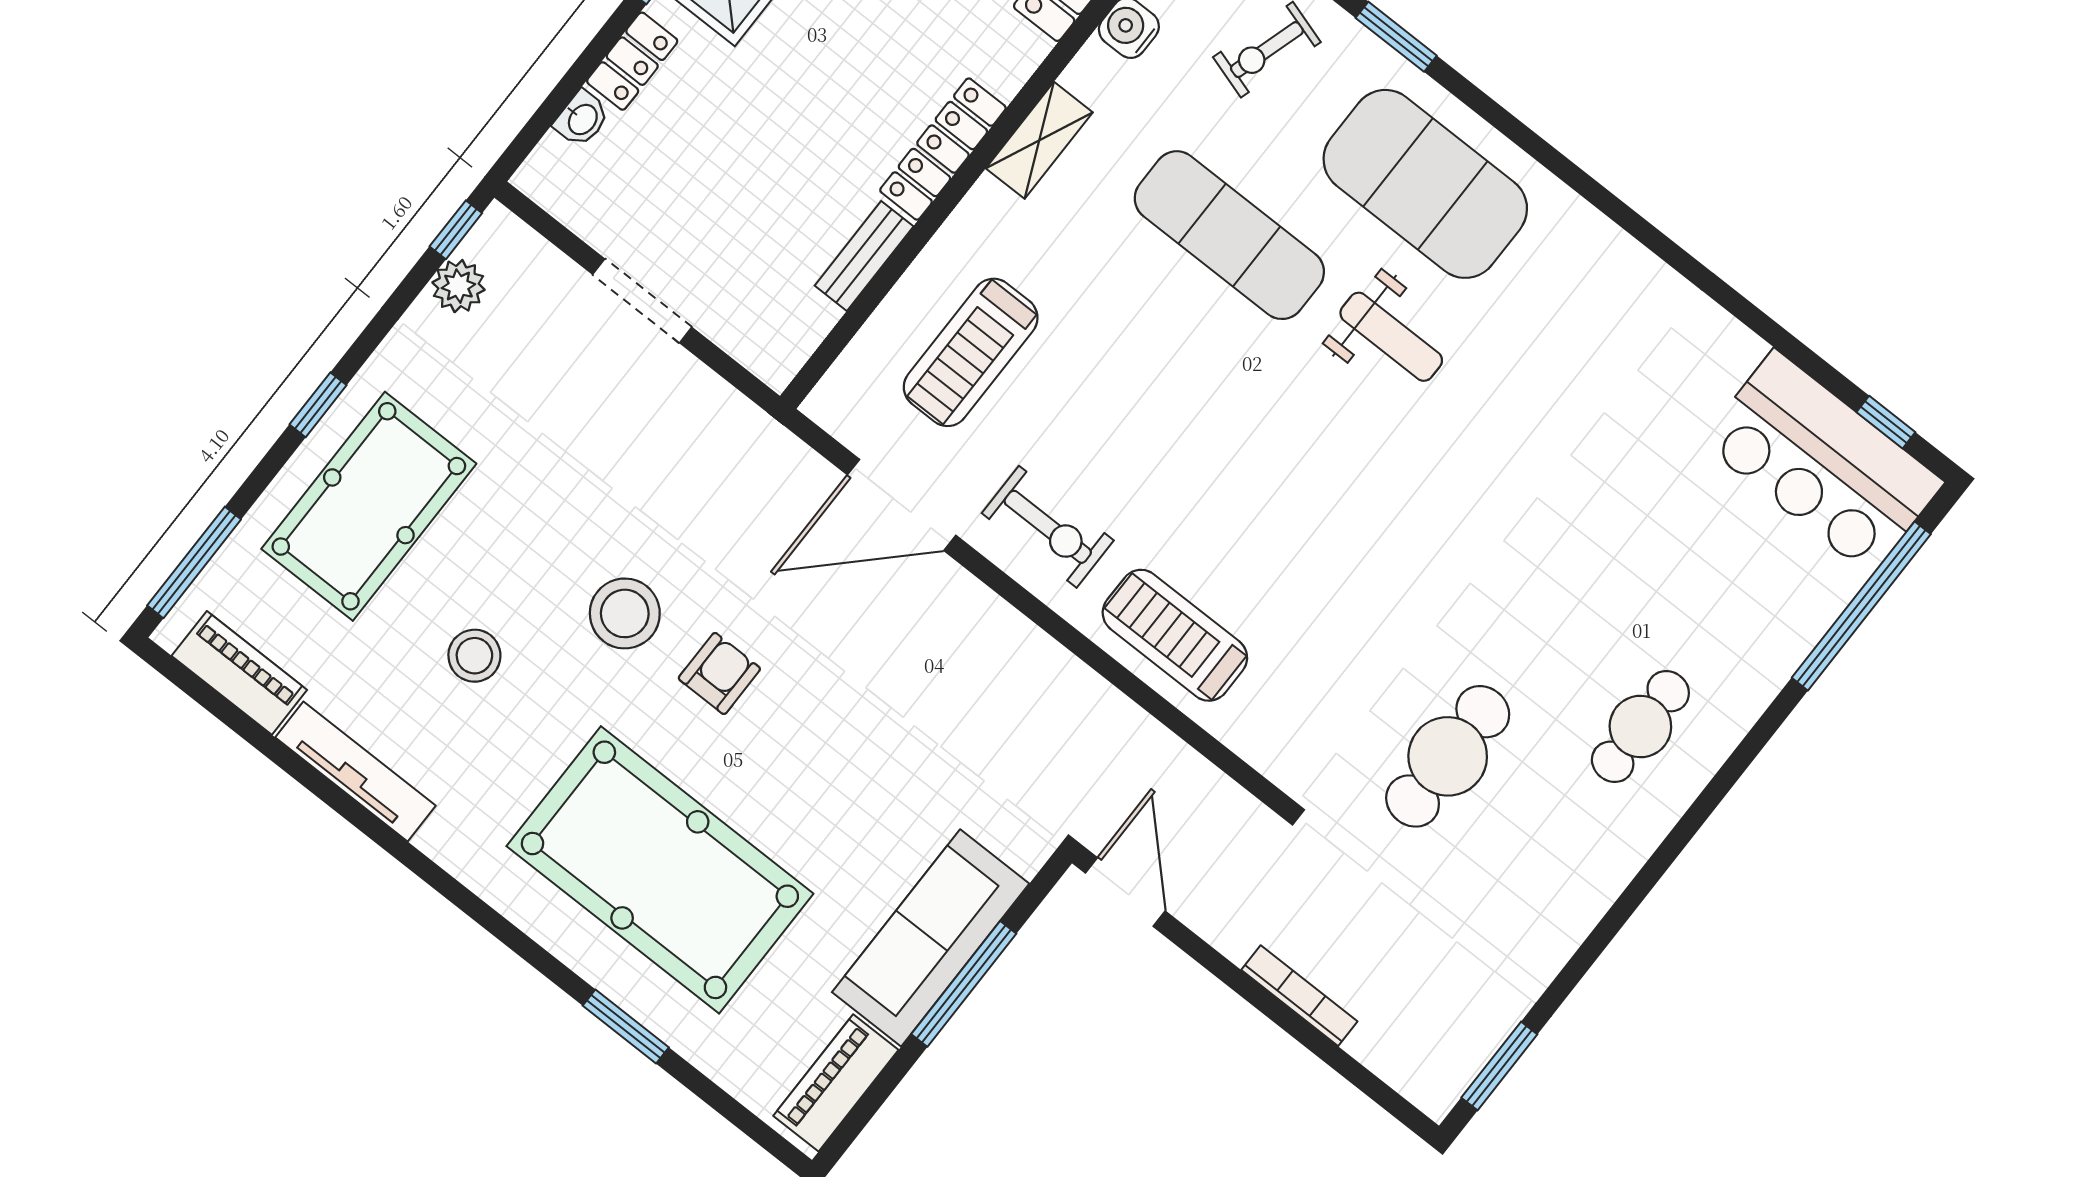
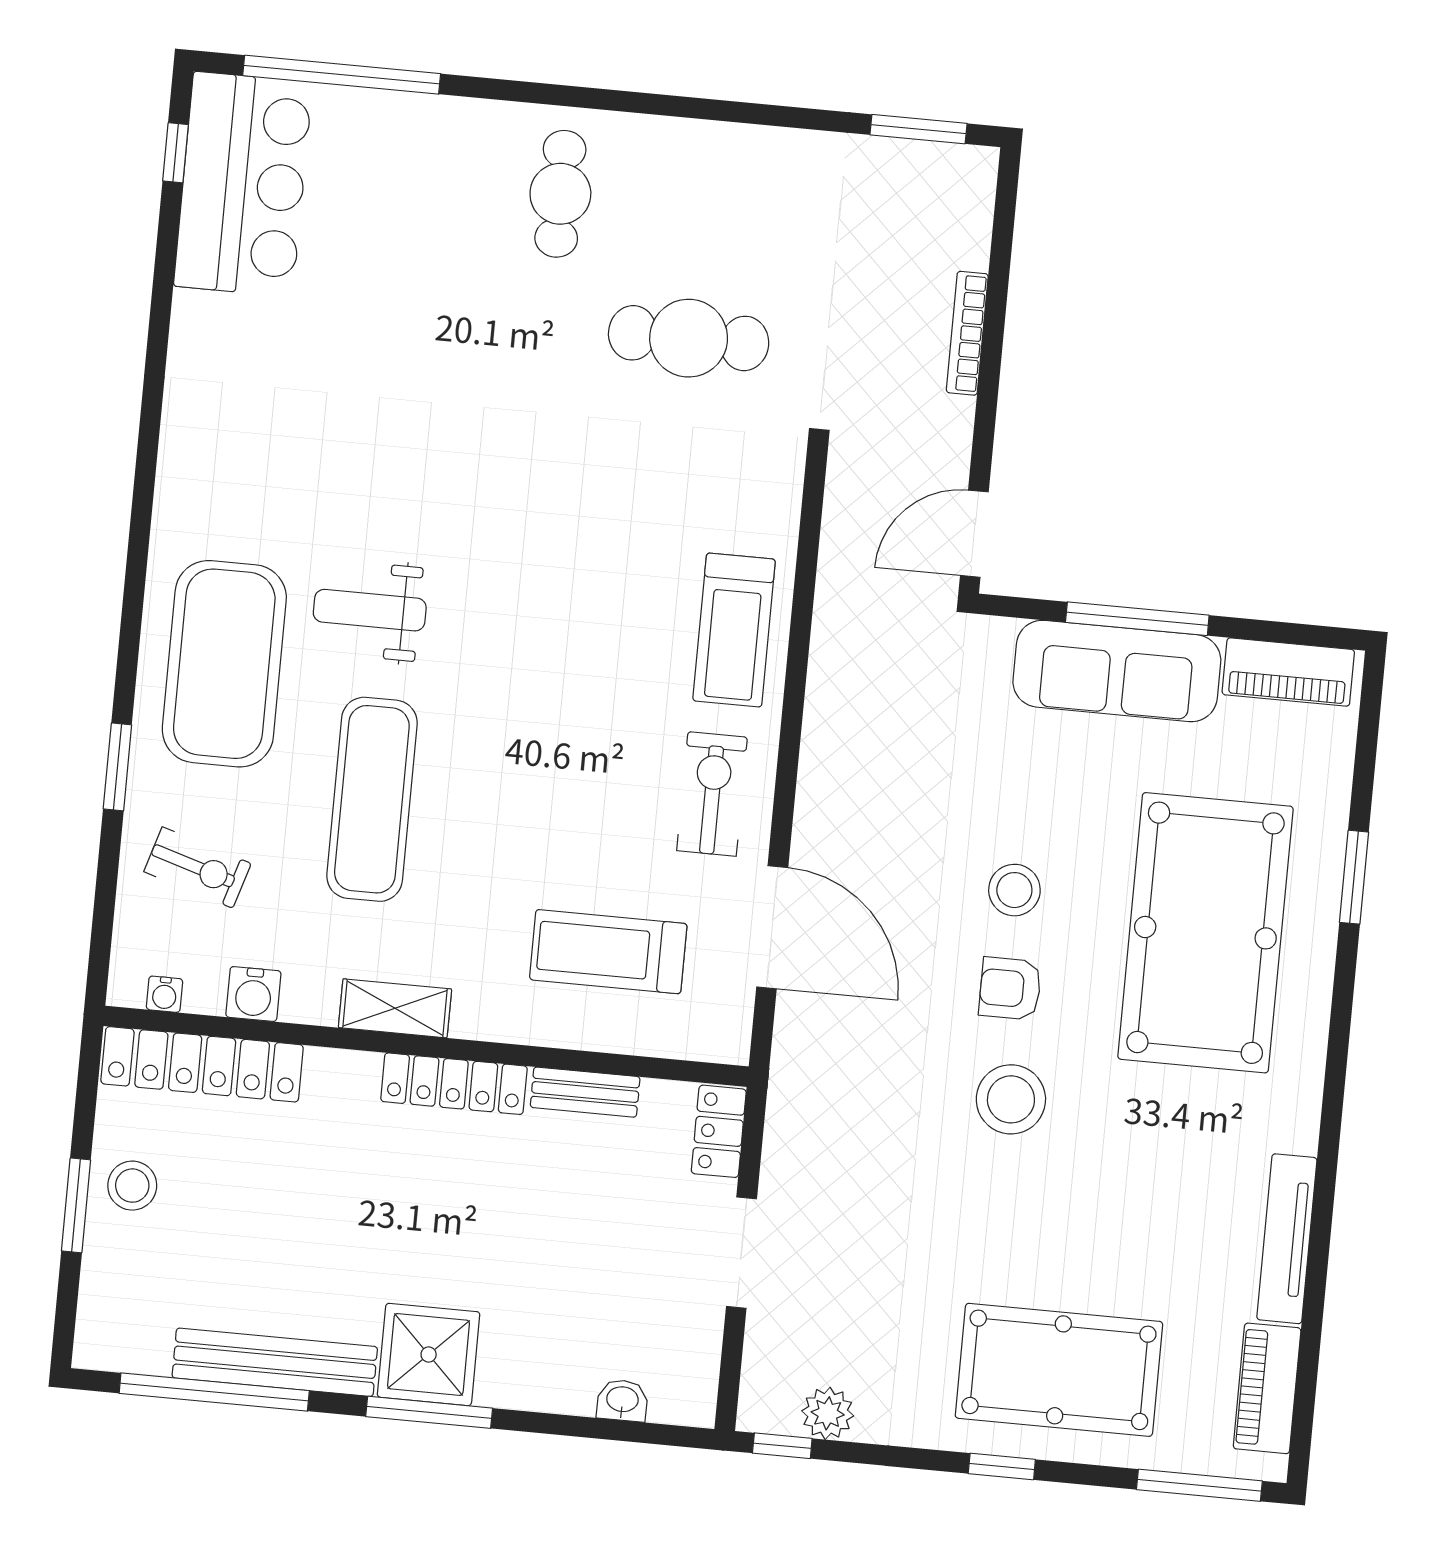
locker: (632, 61) -> (719, 1131), moved, turned -90
weight bench: (1391, 337) -> (370, 610), turned -90
treadmill: (971, 352) -> (608, 952), turned 180
stool: (474, 656) -> (1014, 890), moved
cafe table: (1640, 726) -> (560, 194), turned 90

